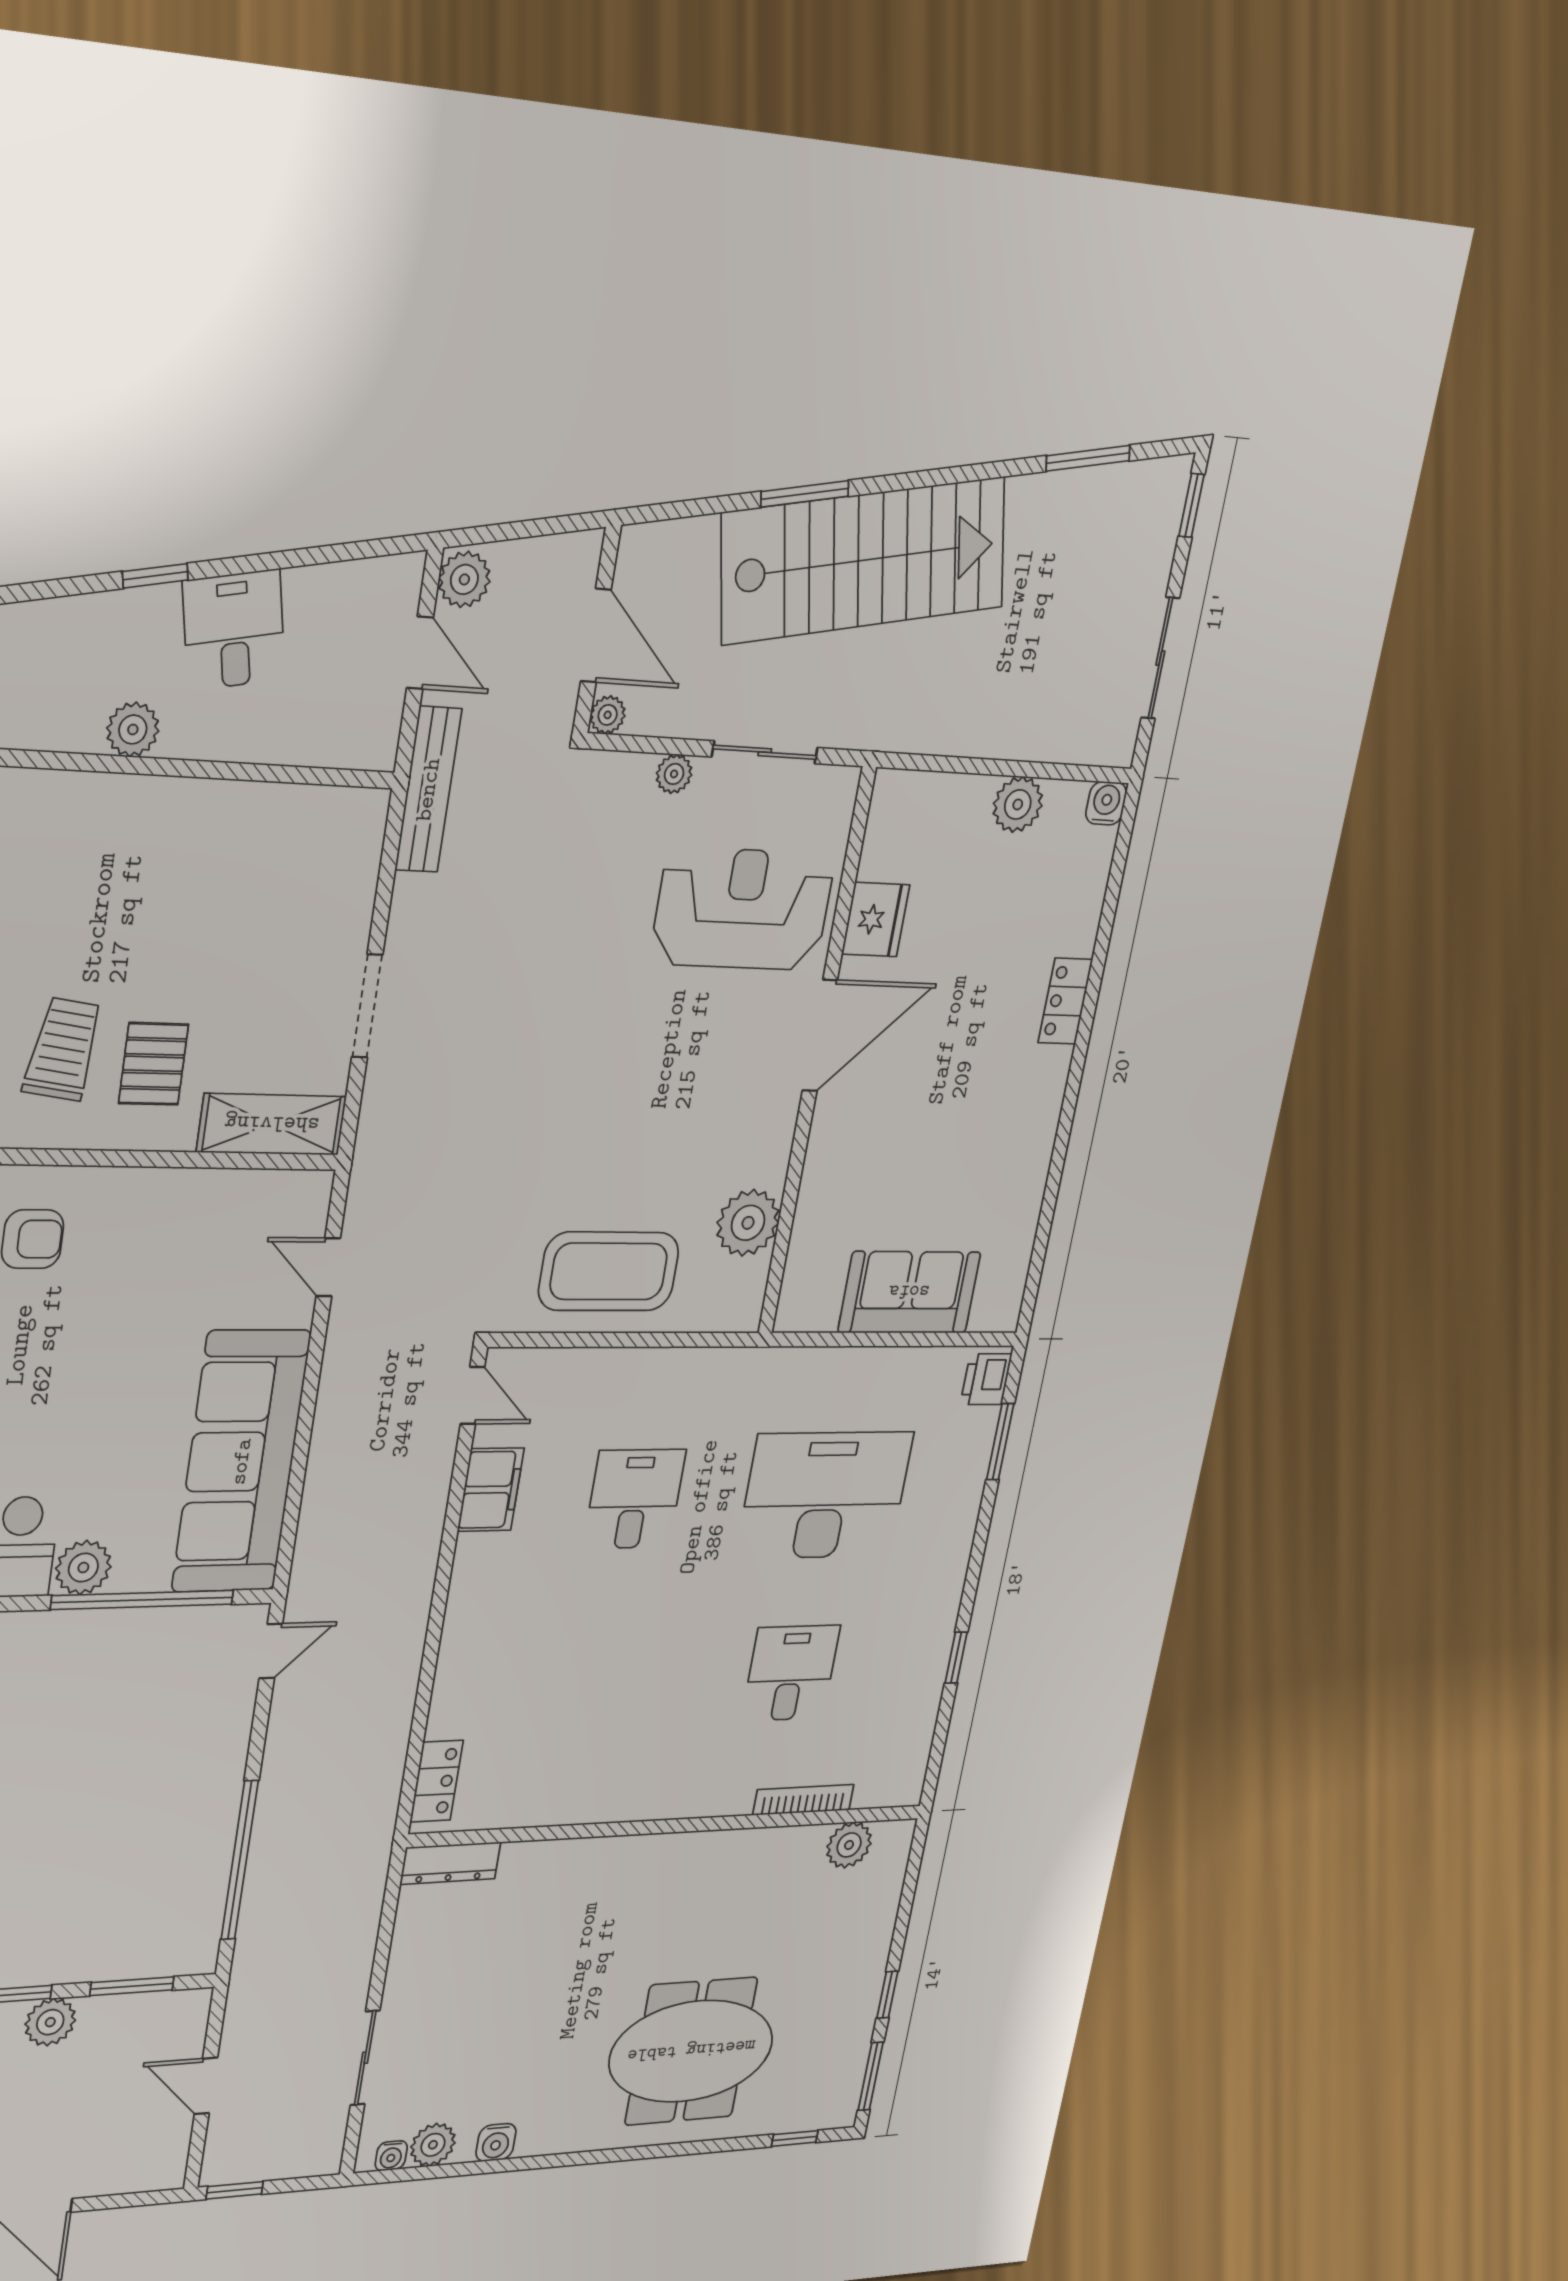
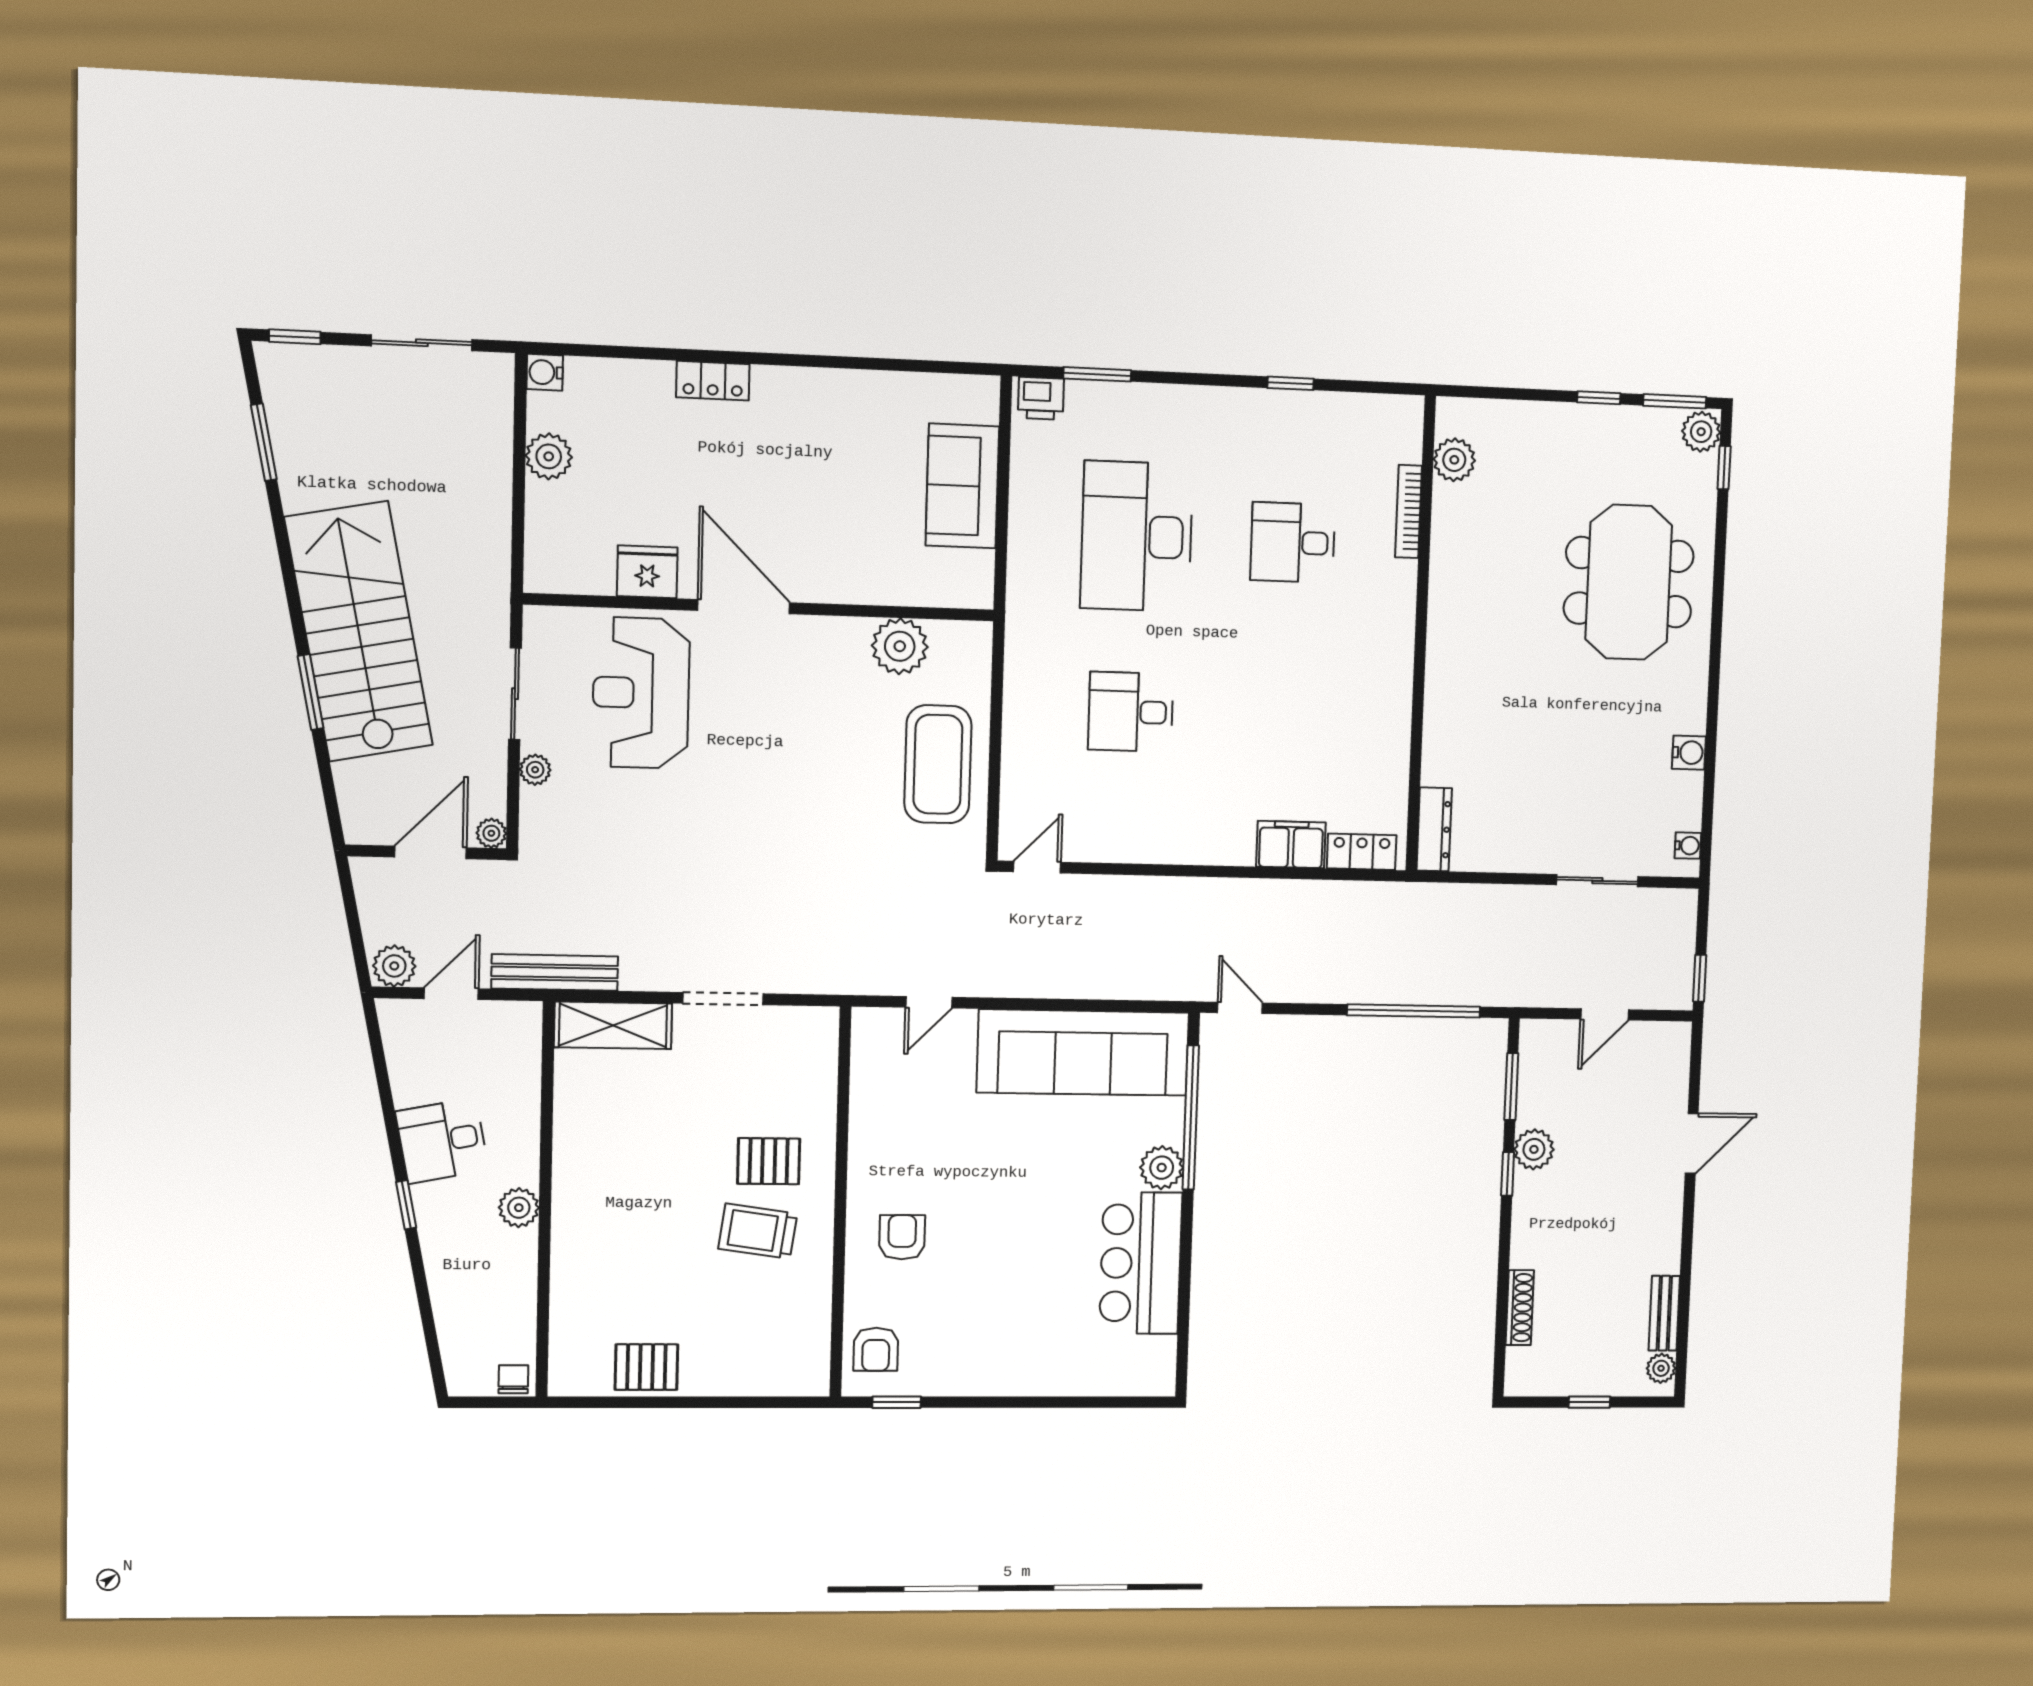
shelving: (272, 1124) -> (613, 1025), moved, turned 90
filing cabinet: (491, 1490) -> (1291, 845), moved
plant: (433, 2145) -> (1701, 432), moved

